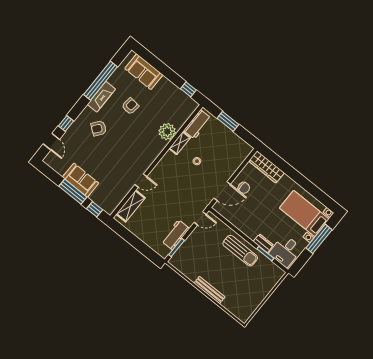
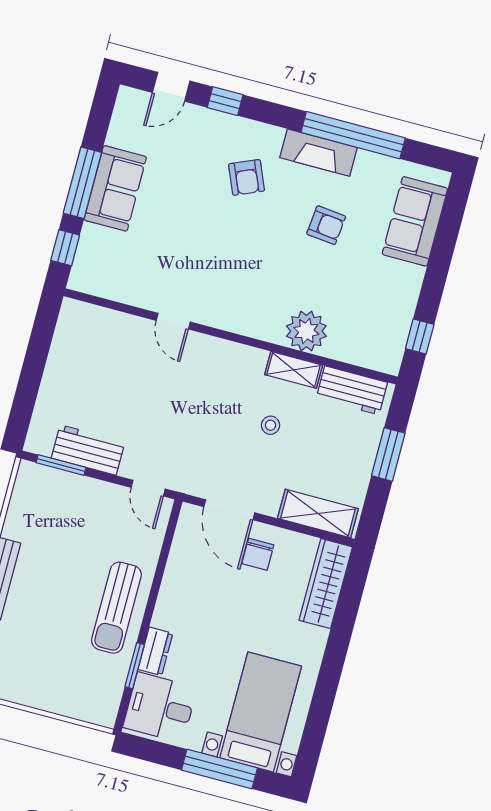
armchair: (99, 128) -> (247, 177), turned -150
shelving: (131, 206) -> (318, 513), moved

